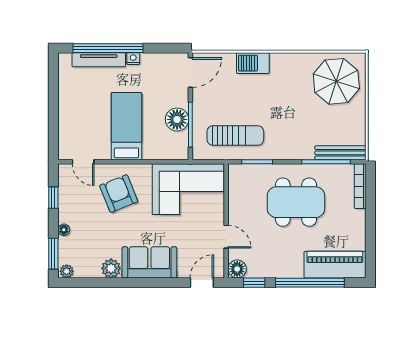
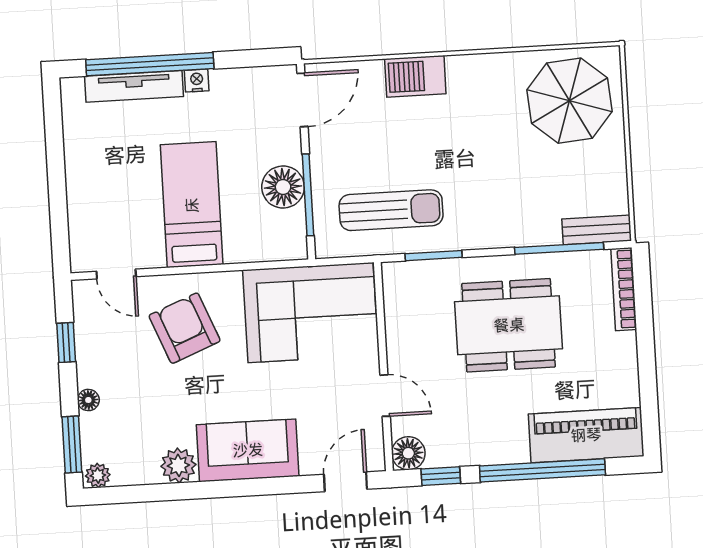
bench: (340, 153) -> (597, 230), width x0.73

